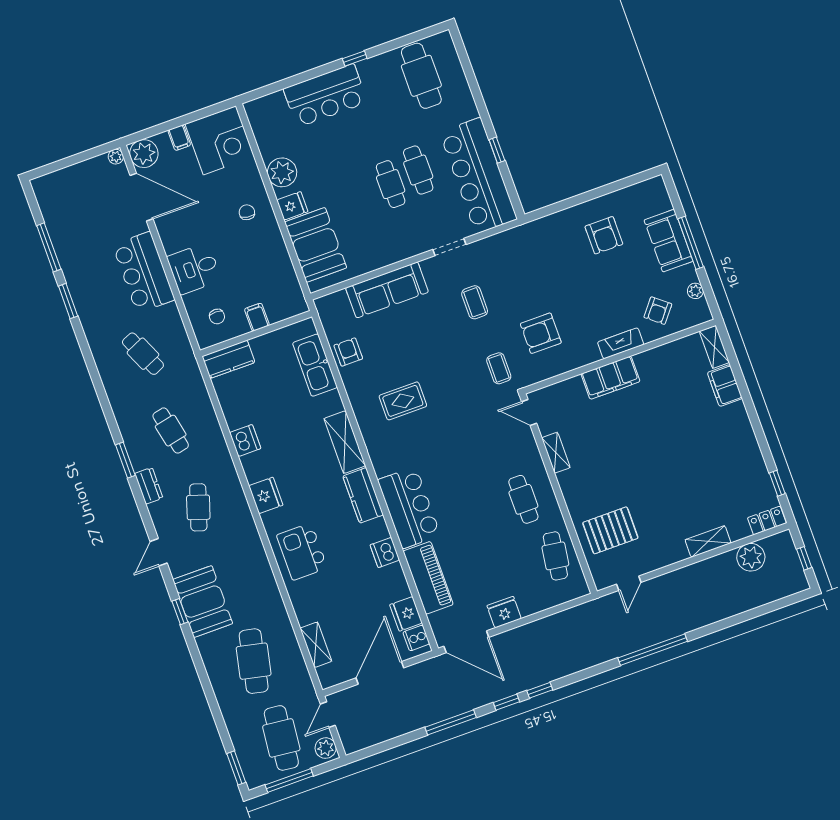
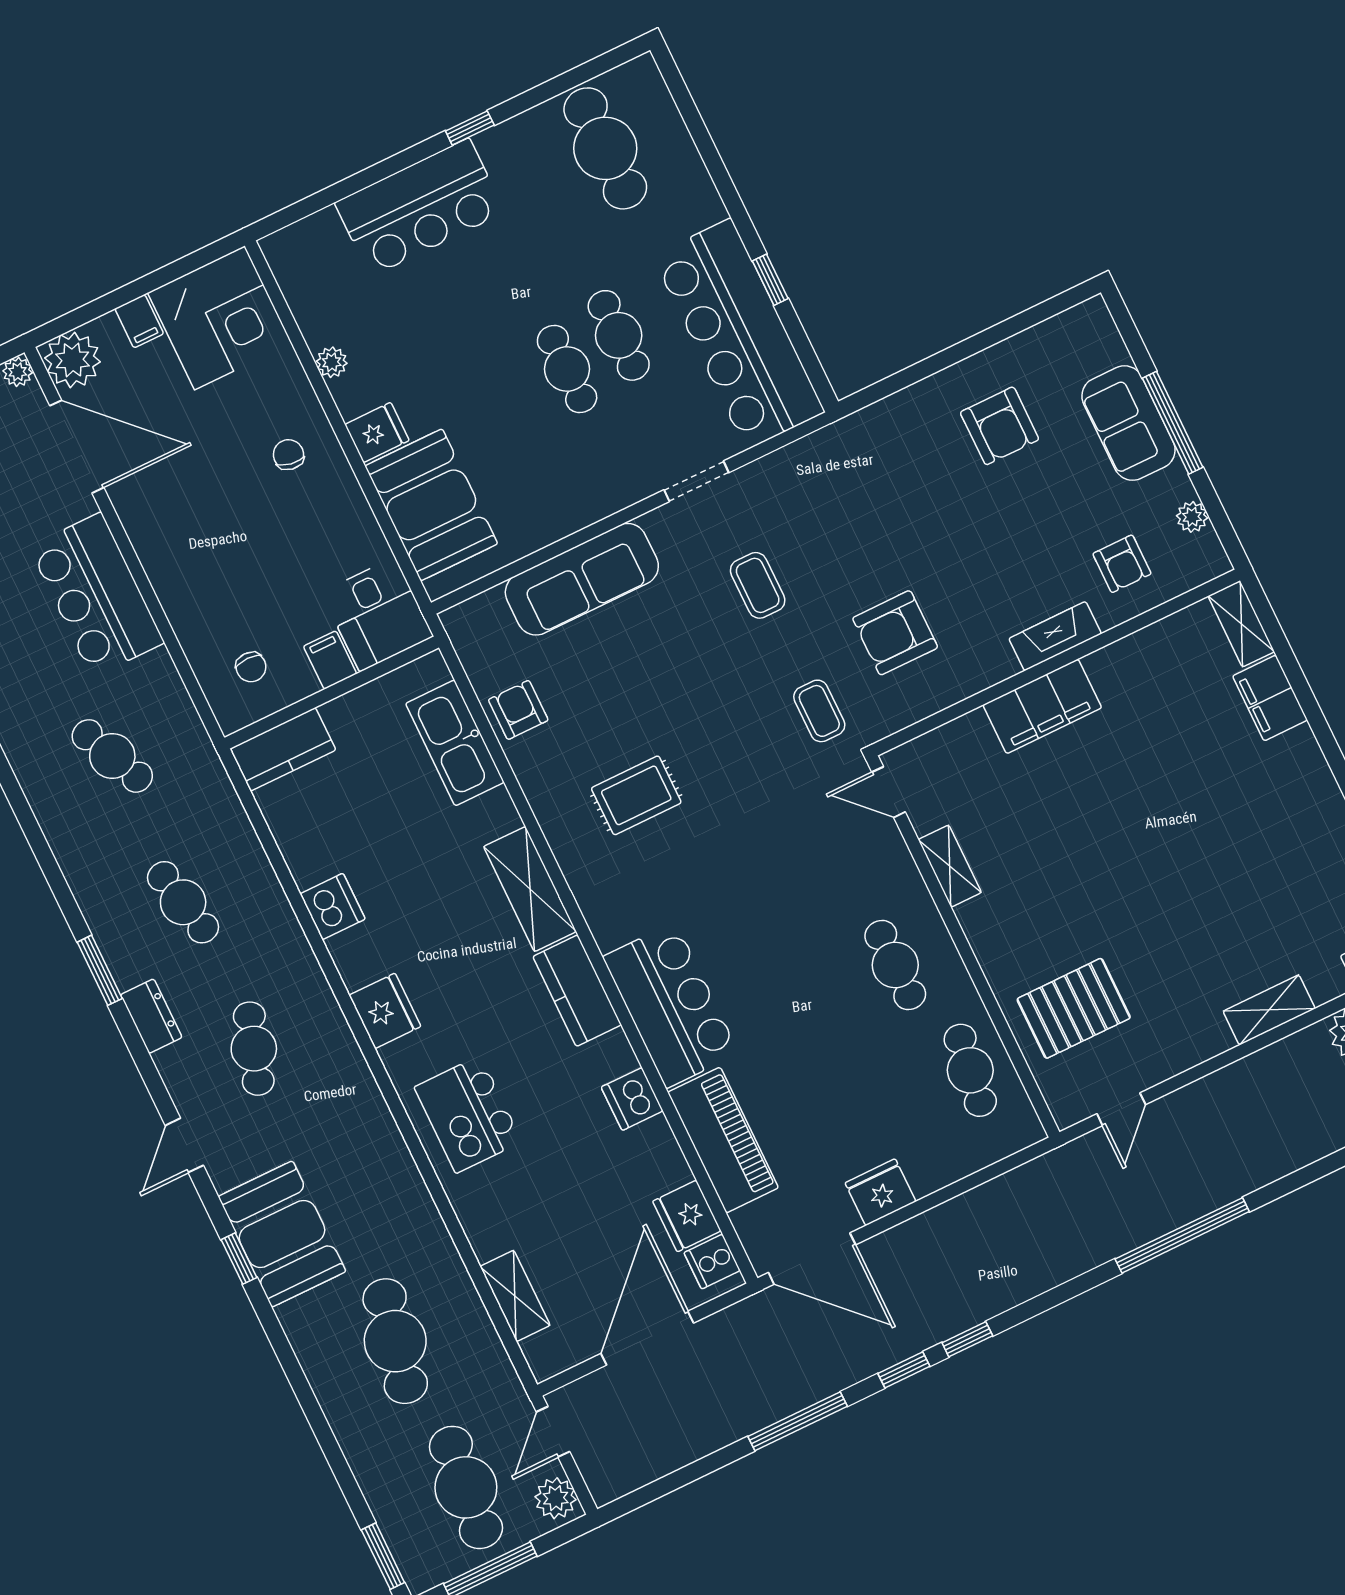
plant: (282, 172) -> (332, 362), width x0.53, depth x0.53
desk: (194, 269) -> (377, 614), moved, turned -90
armchair: (658, 311) -> (1122, 564), turned -39

